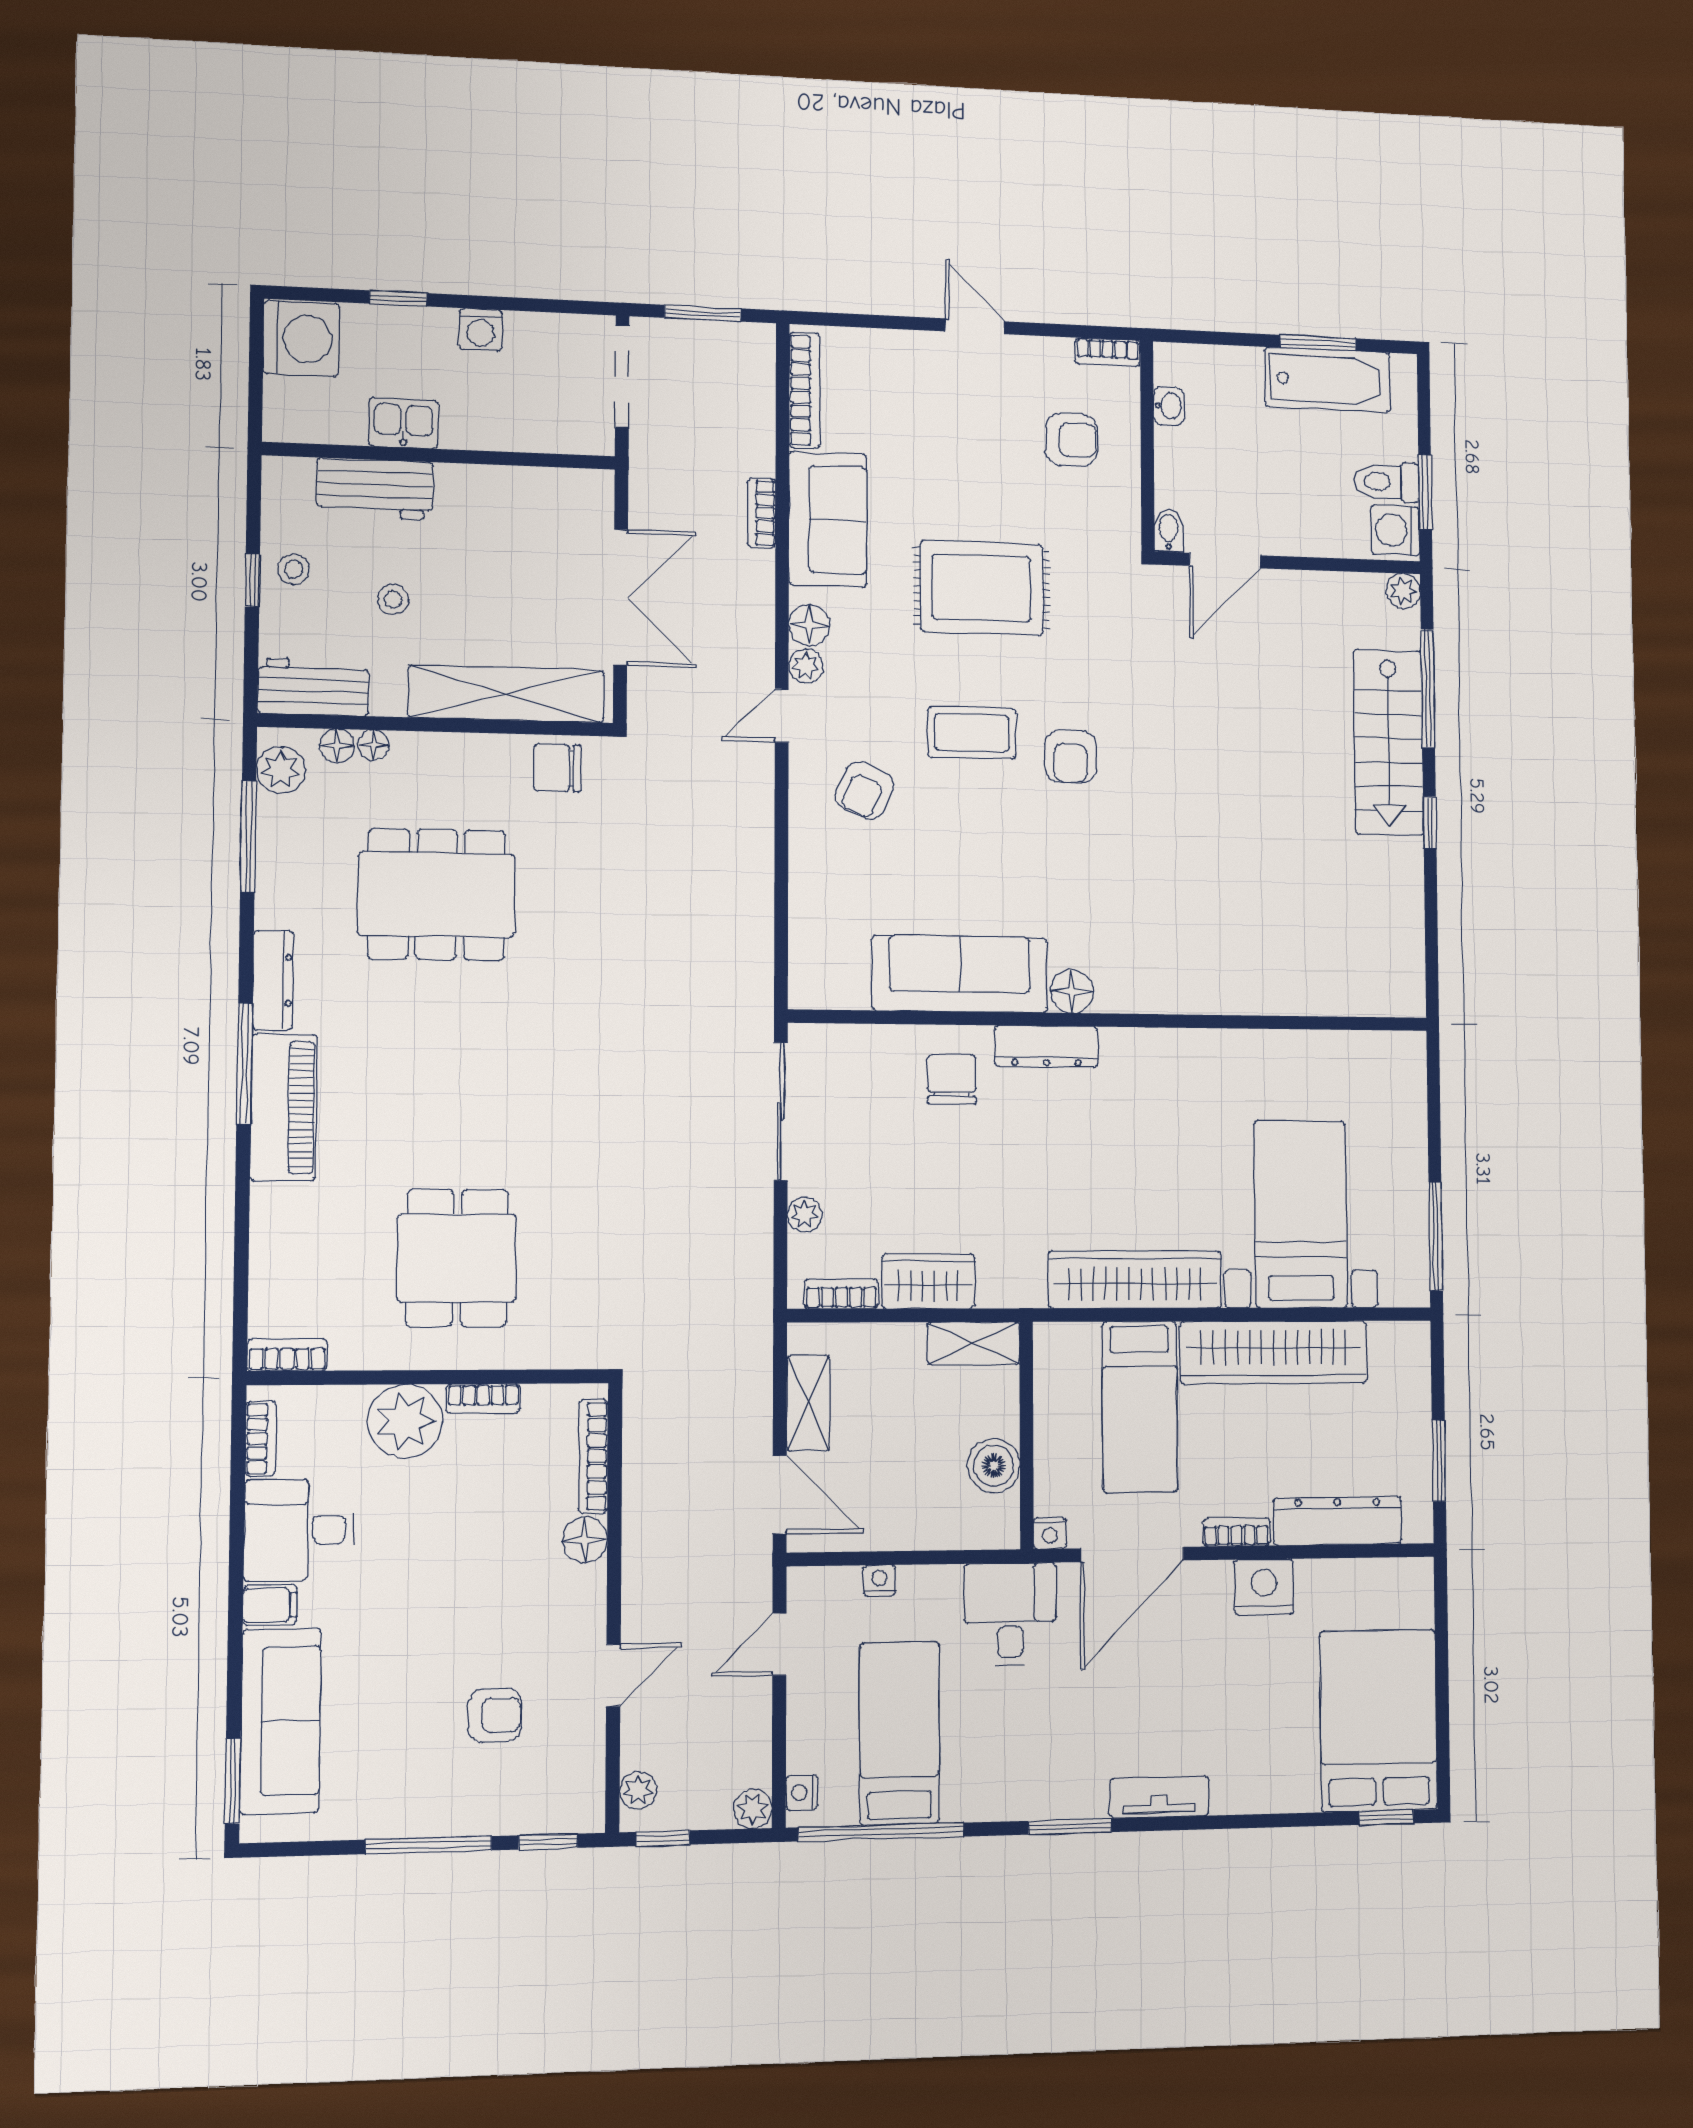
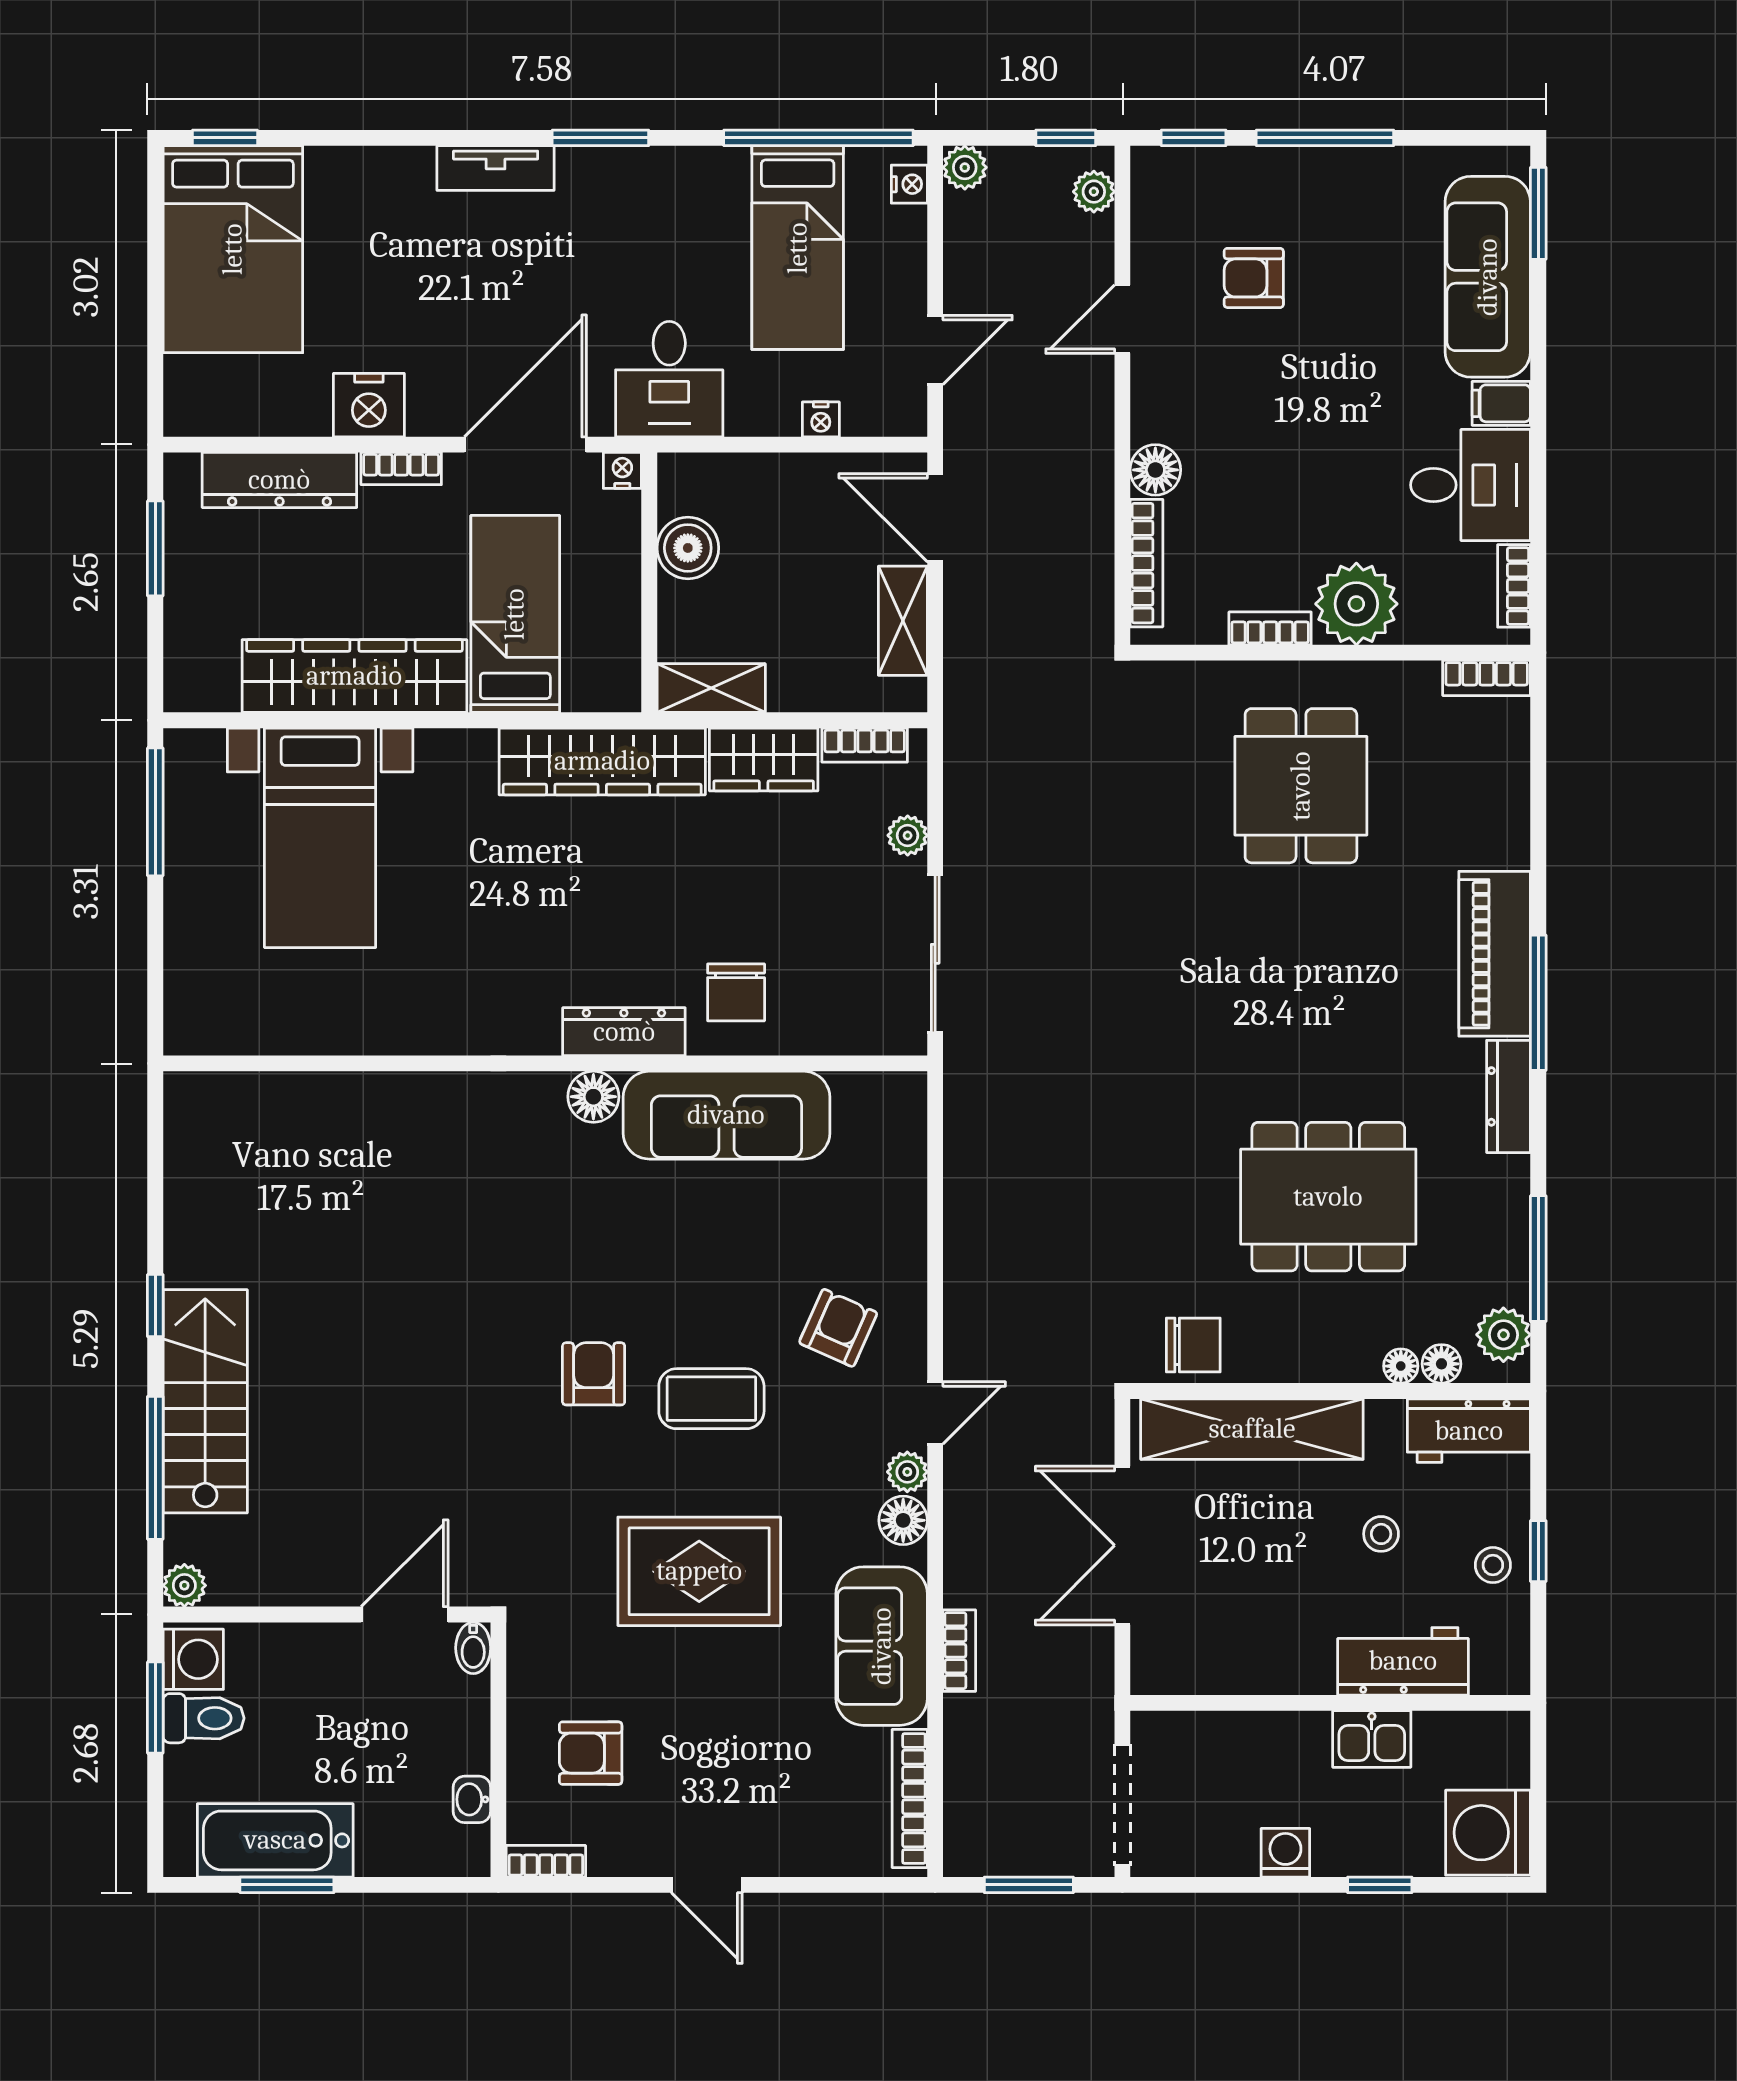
wardrobe: (1135, 1279) -> (602, 761), moved

